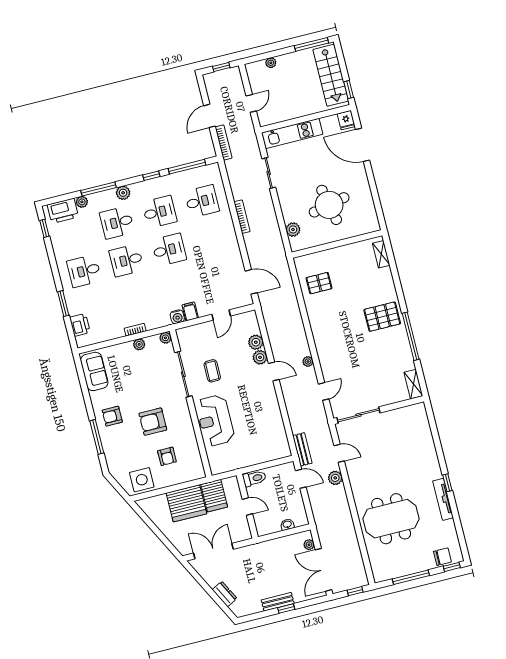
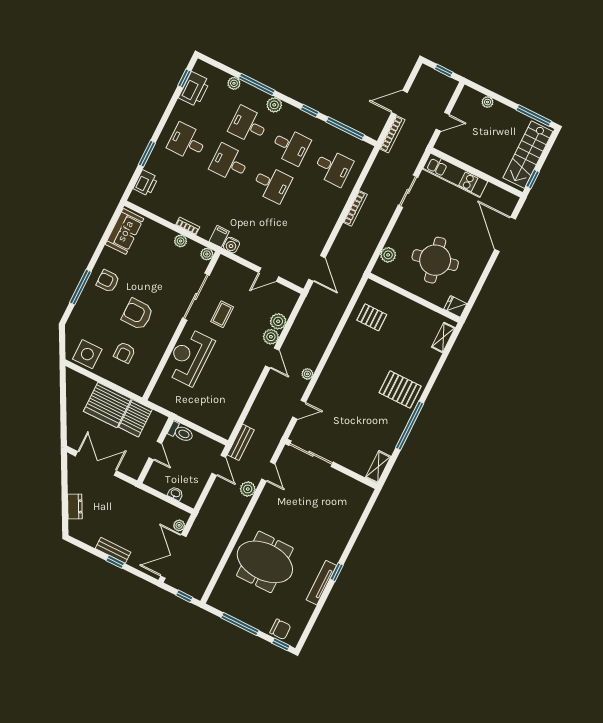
fridge: (346, 120) -> (455, 306), moved, turned 90
printer: (63, 211) -> (194, 89), moved, turned -90
filing cabinet: (190, 311) -> (219, 236), moved

